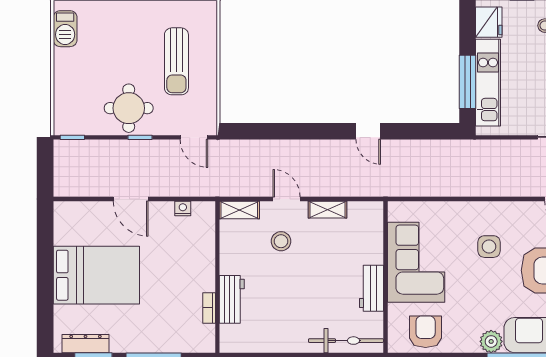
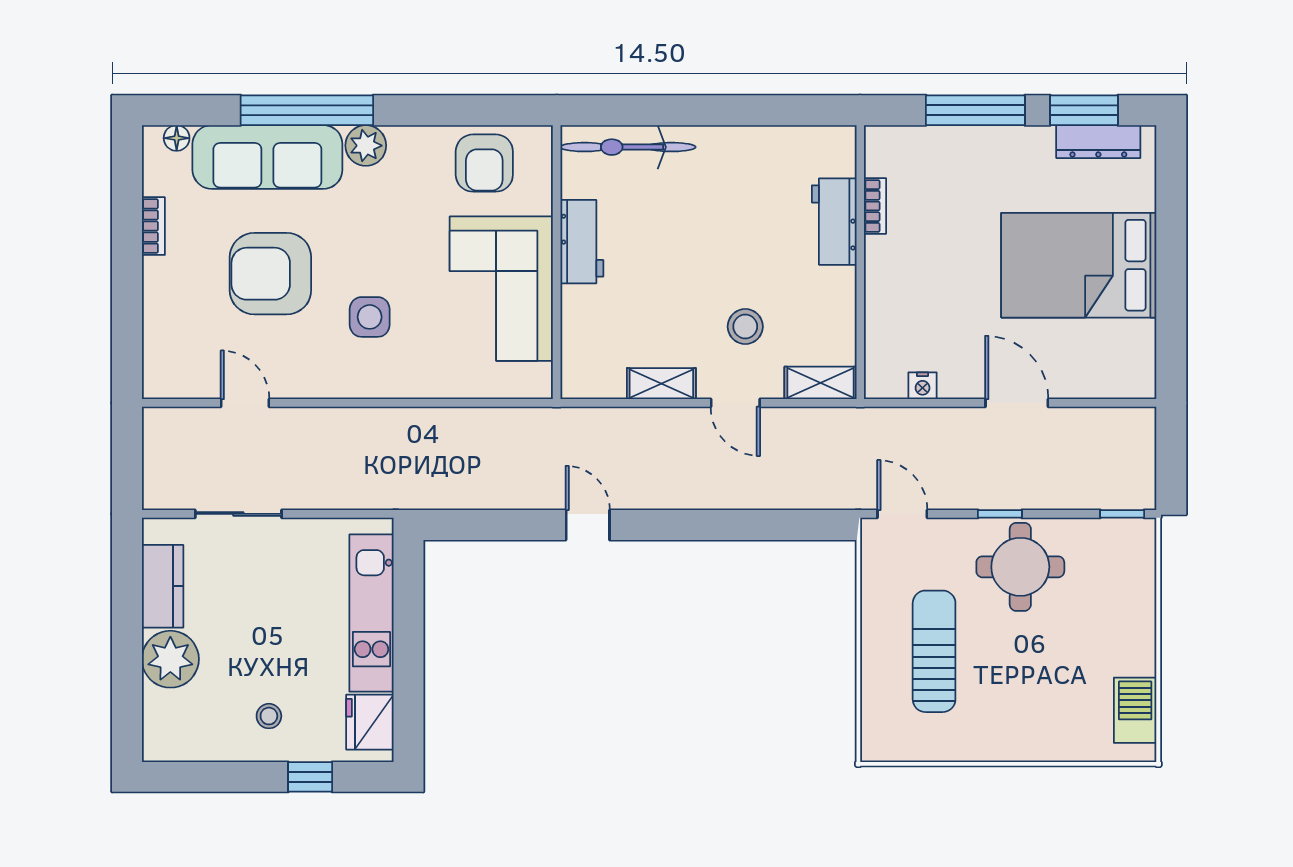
window: (468, 82) -> (408, 614), removed

